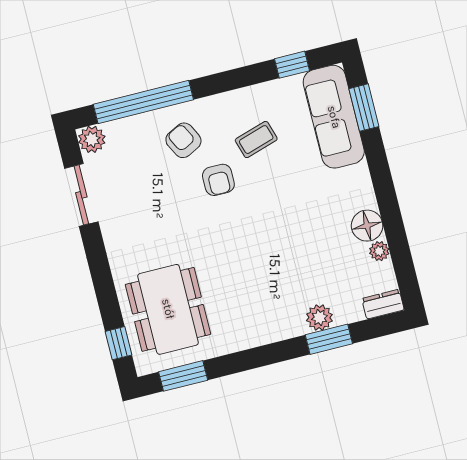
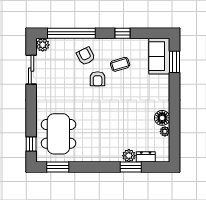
window: (292, 65) -> (122, 33), moved
sofa: (334, 117) -> (159, 56), width x0.73
dresser: (383, 304) -> (146, 157), moved

